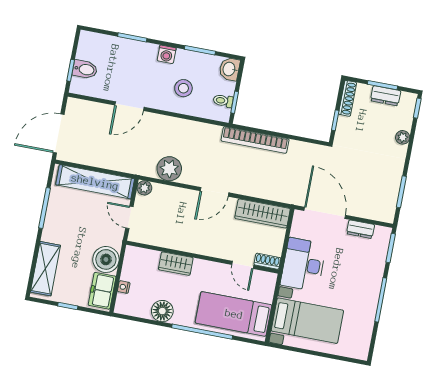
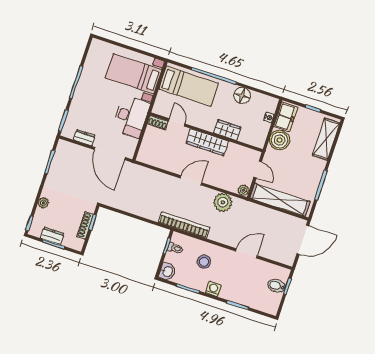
shoe rack: (348, 98) -> (85, 225), moved
bookcase: (255, 140) -> (184, 225), moved
wardrobe: (262, 213) -> (207, 142), moved, turned 180

